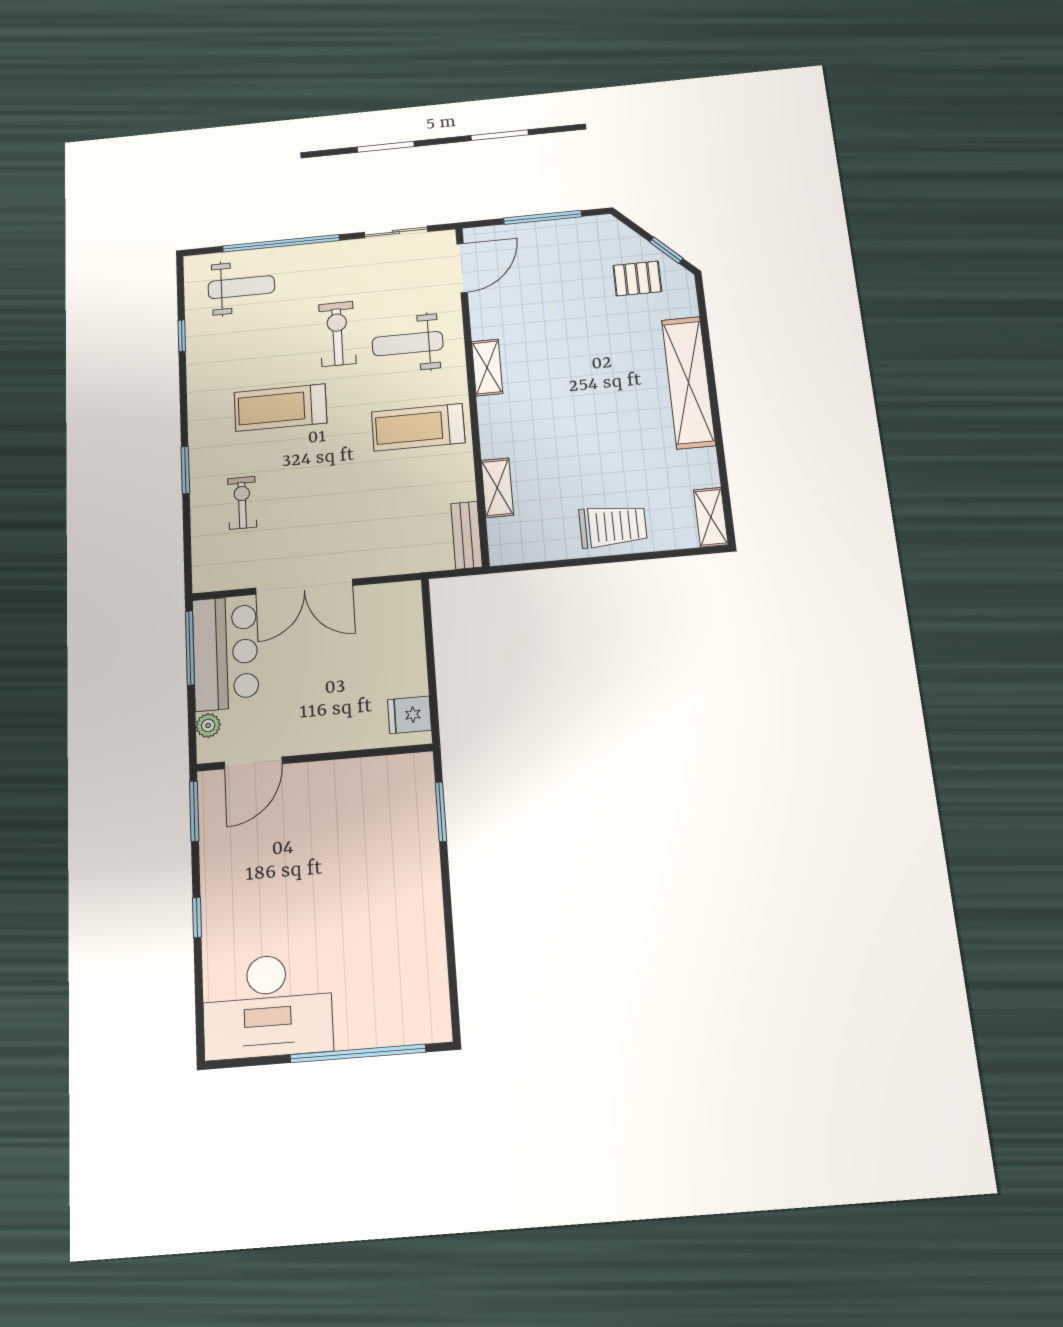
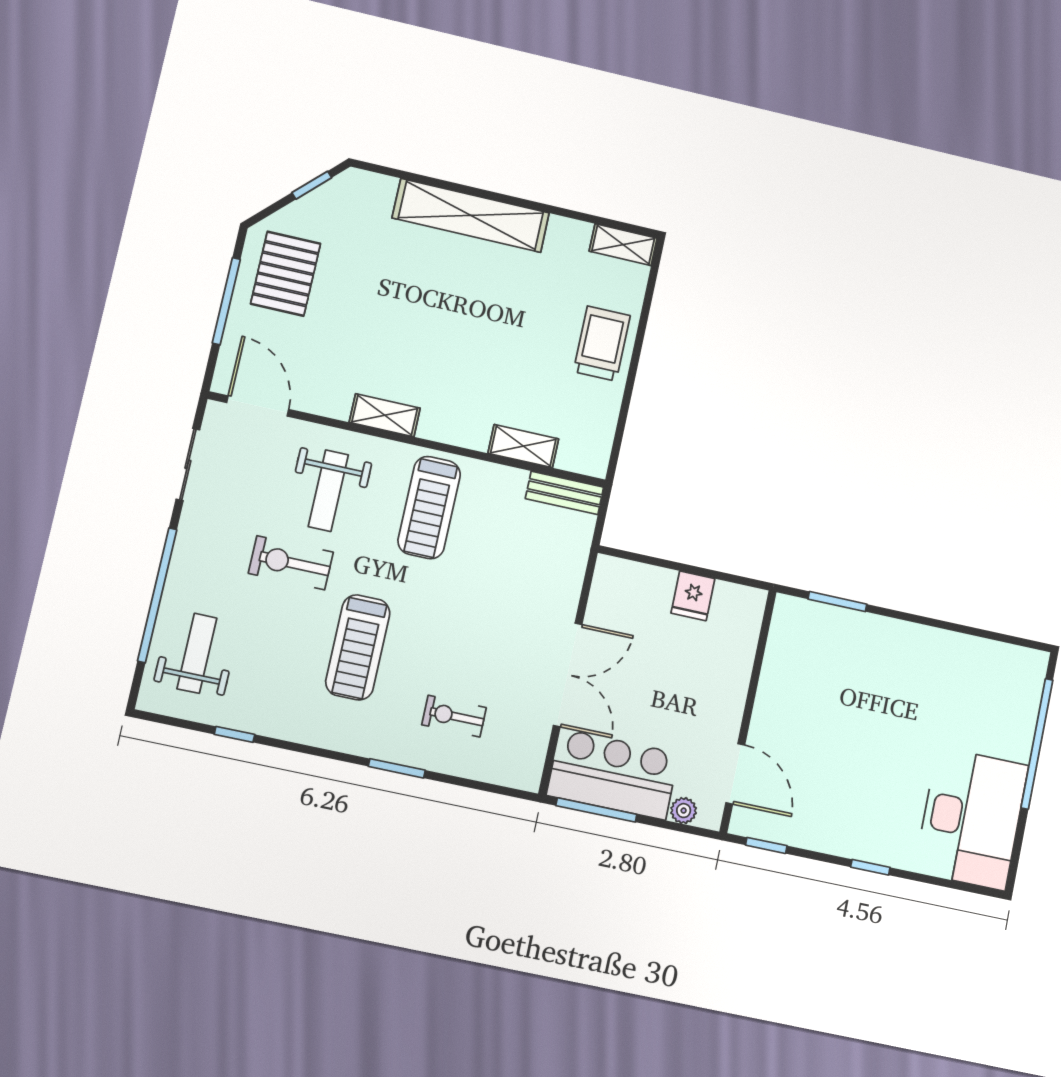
pallet: (637, 279) -> (286, 274), moved, width x1.50, depth x1.42
fridge: (410, 715) -> (693, 596), moved
window: (194, 811) -> (766, 845), width x0.67

